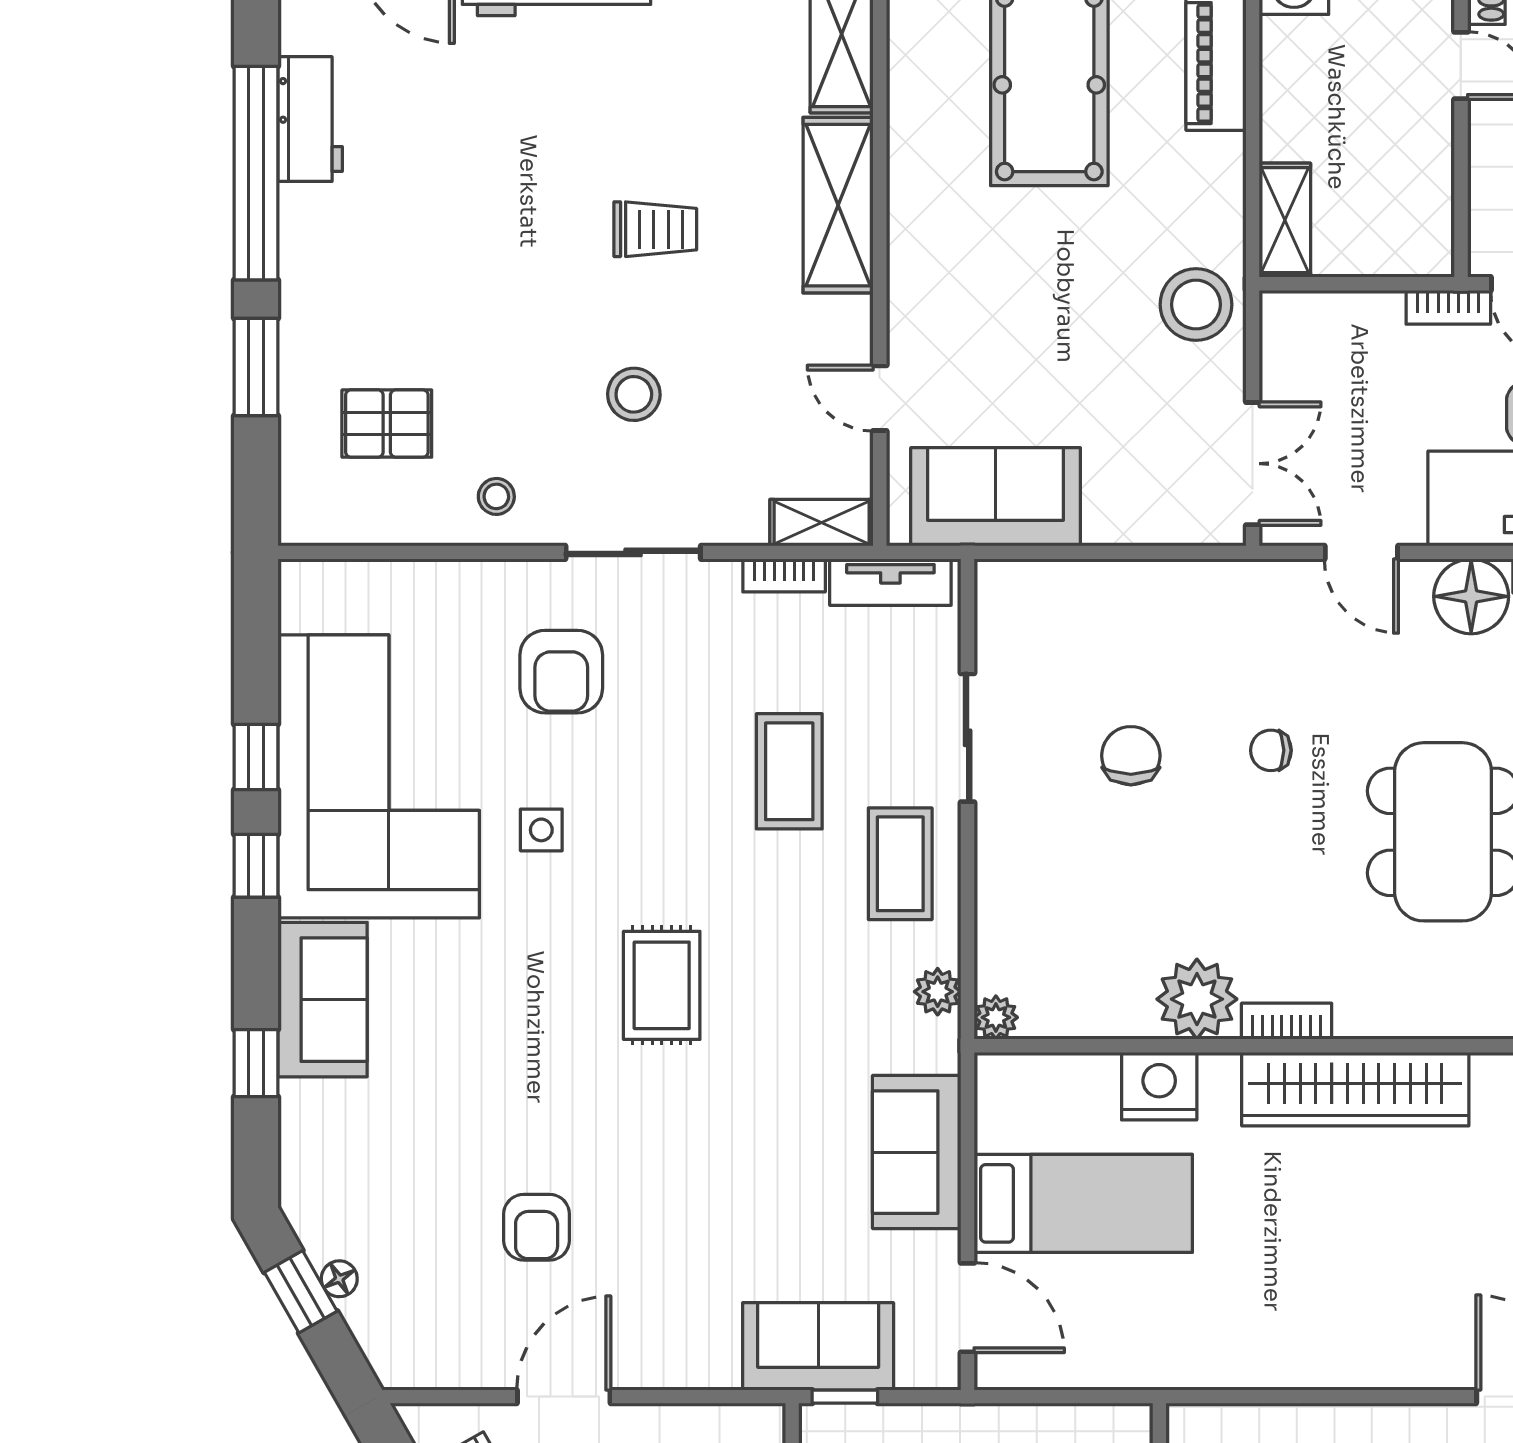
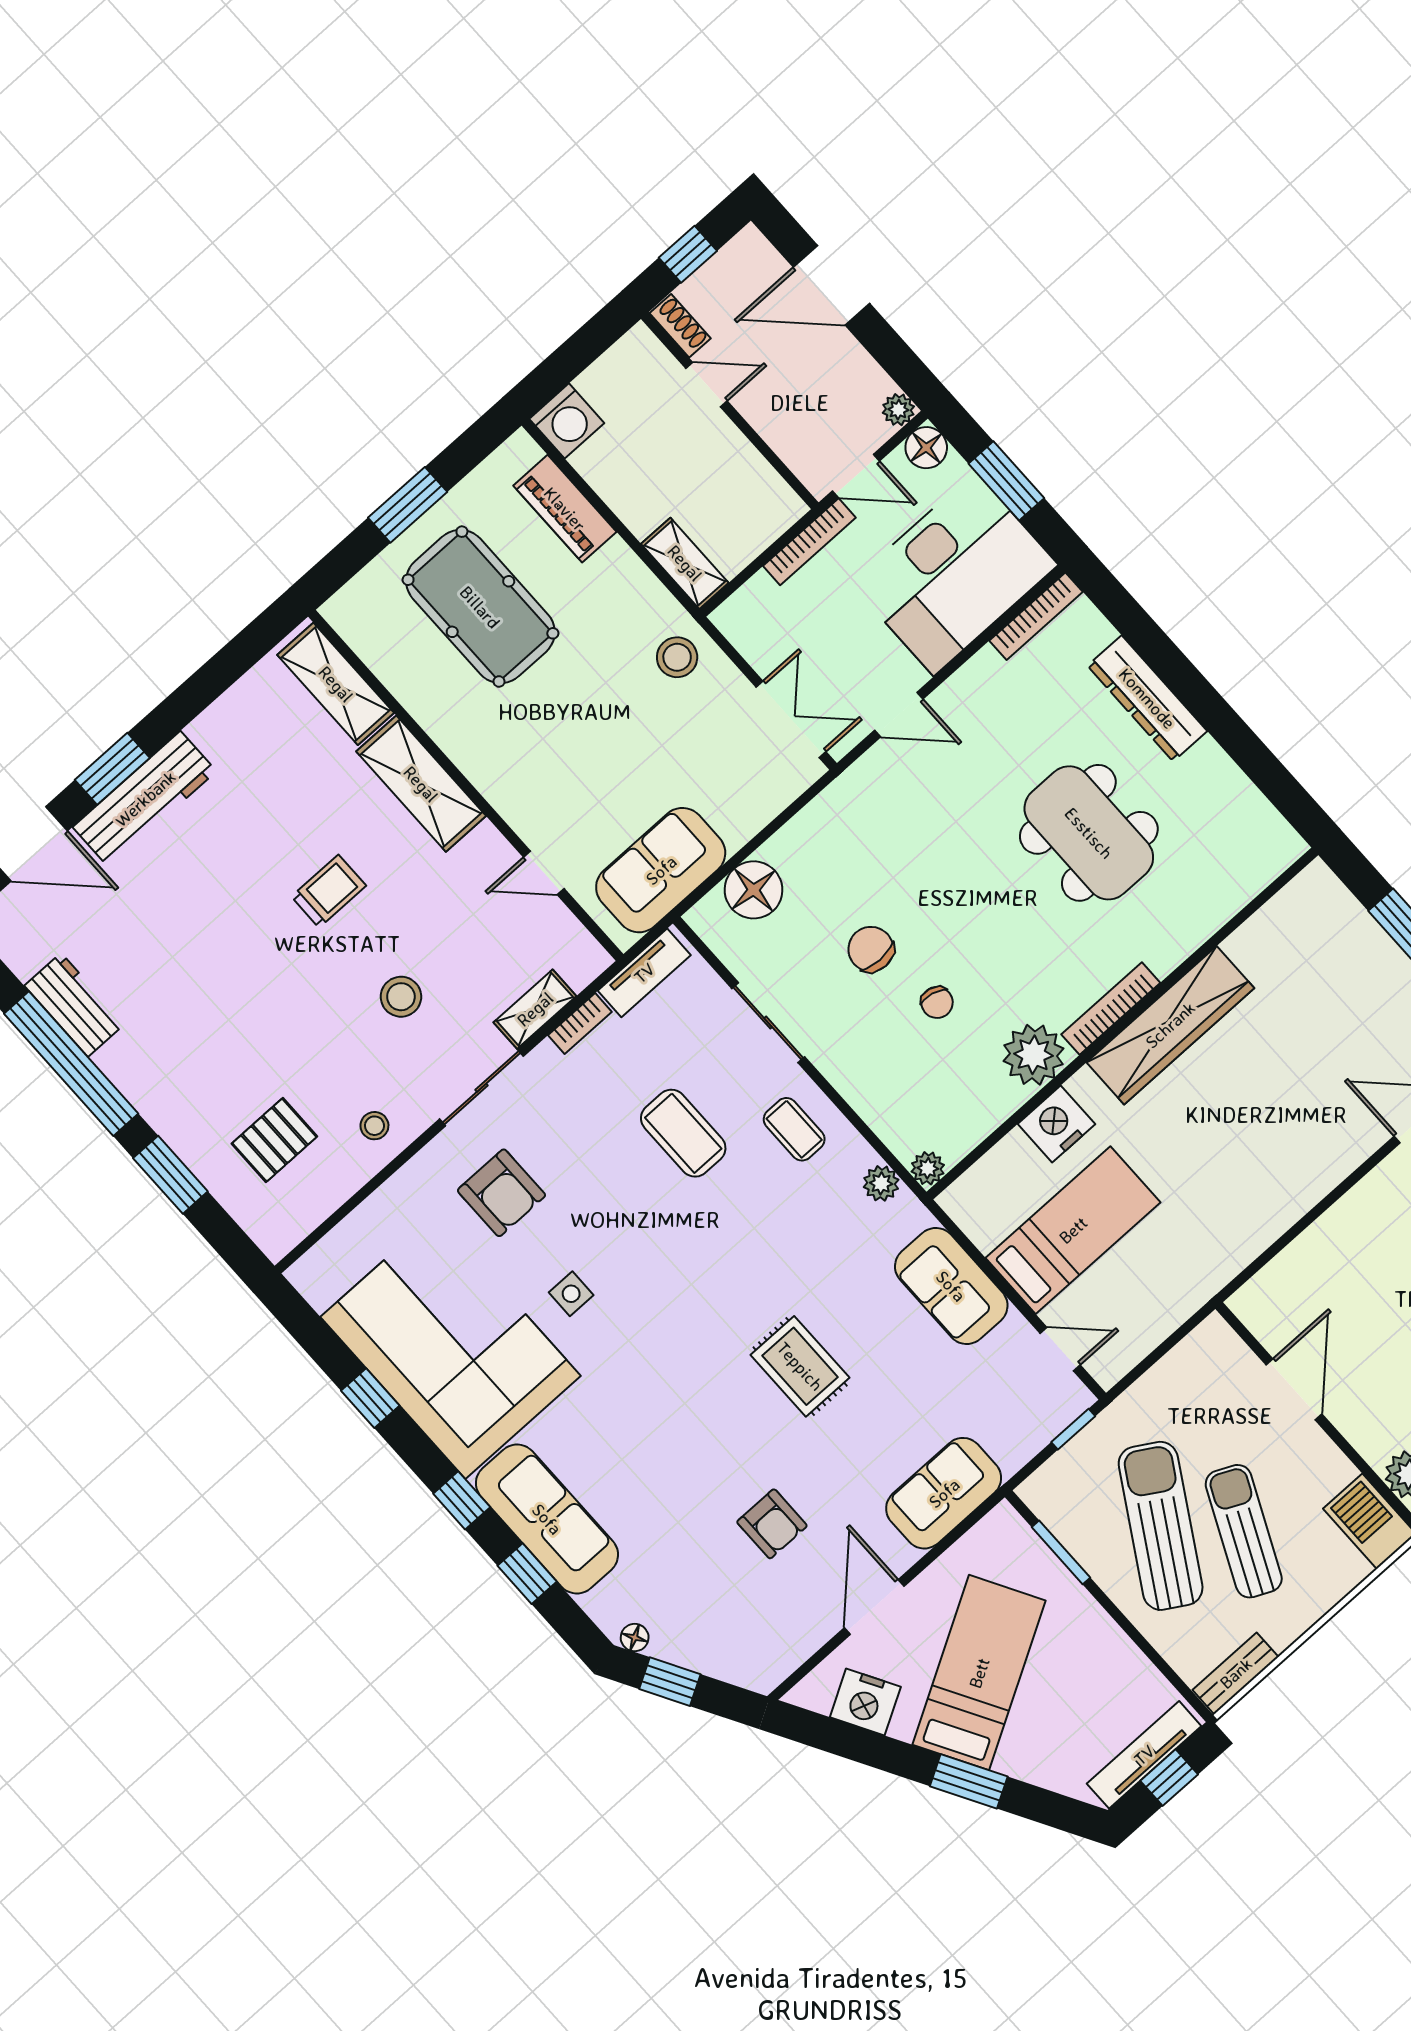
stool: (1196, 305) -> (677, 657), width x0.73, depth x0.73
bookcase: (1448, 307) -> (809, 542), width x1.56
shelving: (822, 523) -> (535, 1009), moved
floor lamp: (1471, 596) -> (753, 890), moved
chair: (1271, 750) -> (937, 1002), moved, turned -77
coffee table: (900, 864) -> (794, 1129), width x0.73, depth x0.77
window: (256, 866) -> (462, 1500), moved
rug: (662, 985) -> (800, 1366), moved
sofa: (323, 1000) -> (547, 1519), width x1.36
bookcase: (1287, 1021) -> (1111, 1009), width x1.56
floor lamp: (339, 1279) -> (635, 1638), moved
door: (968, 1308) -> (1060, 1349), width x0.73
sofa: (818, 1346) -> (944, 1493), moved
window: (845, 1397) -> (1073, 1429), moved

